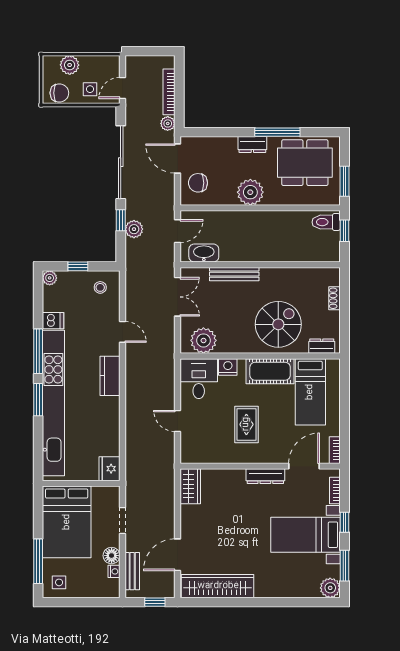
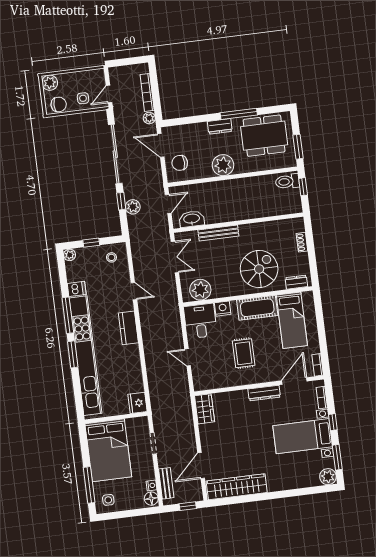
plant: (70, 65) -> (50, 83), moved
floor lamp: (112, 556) -> (151, 499), moved

